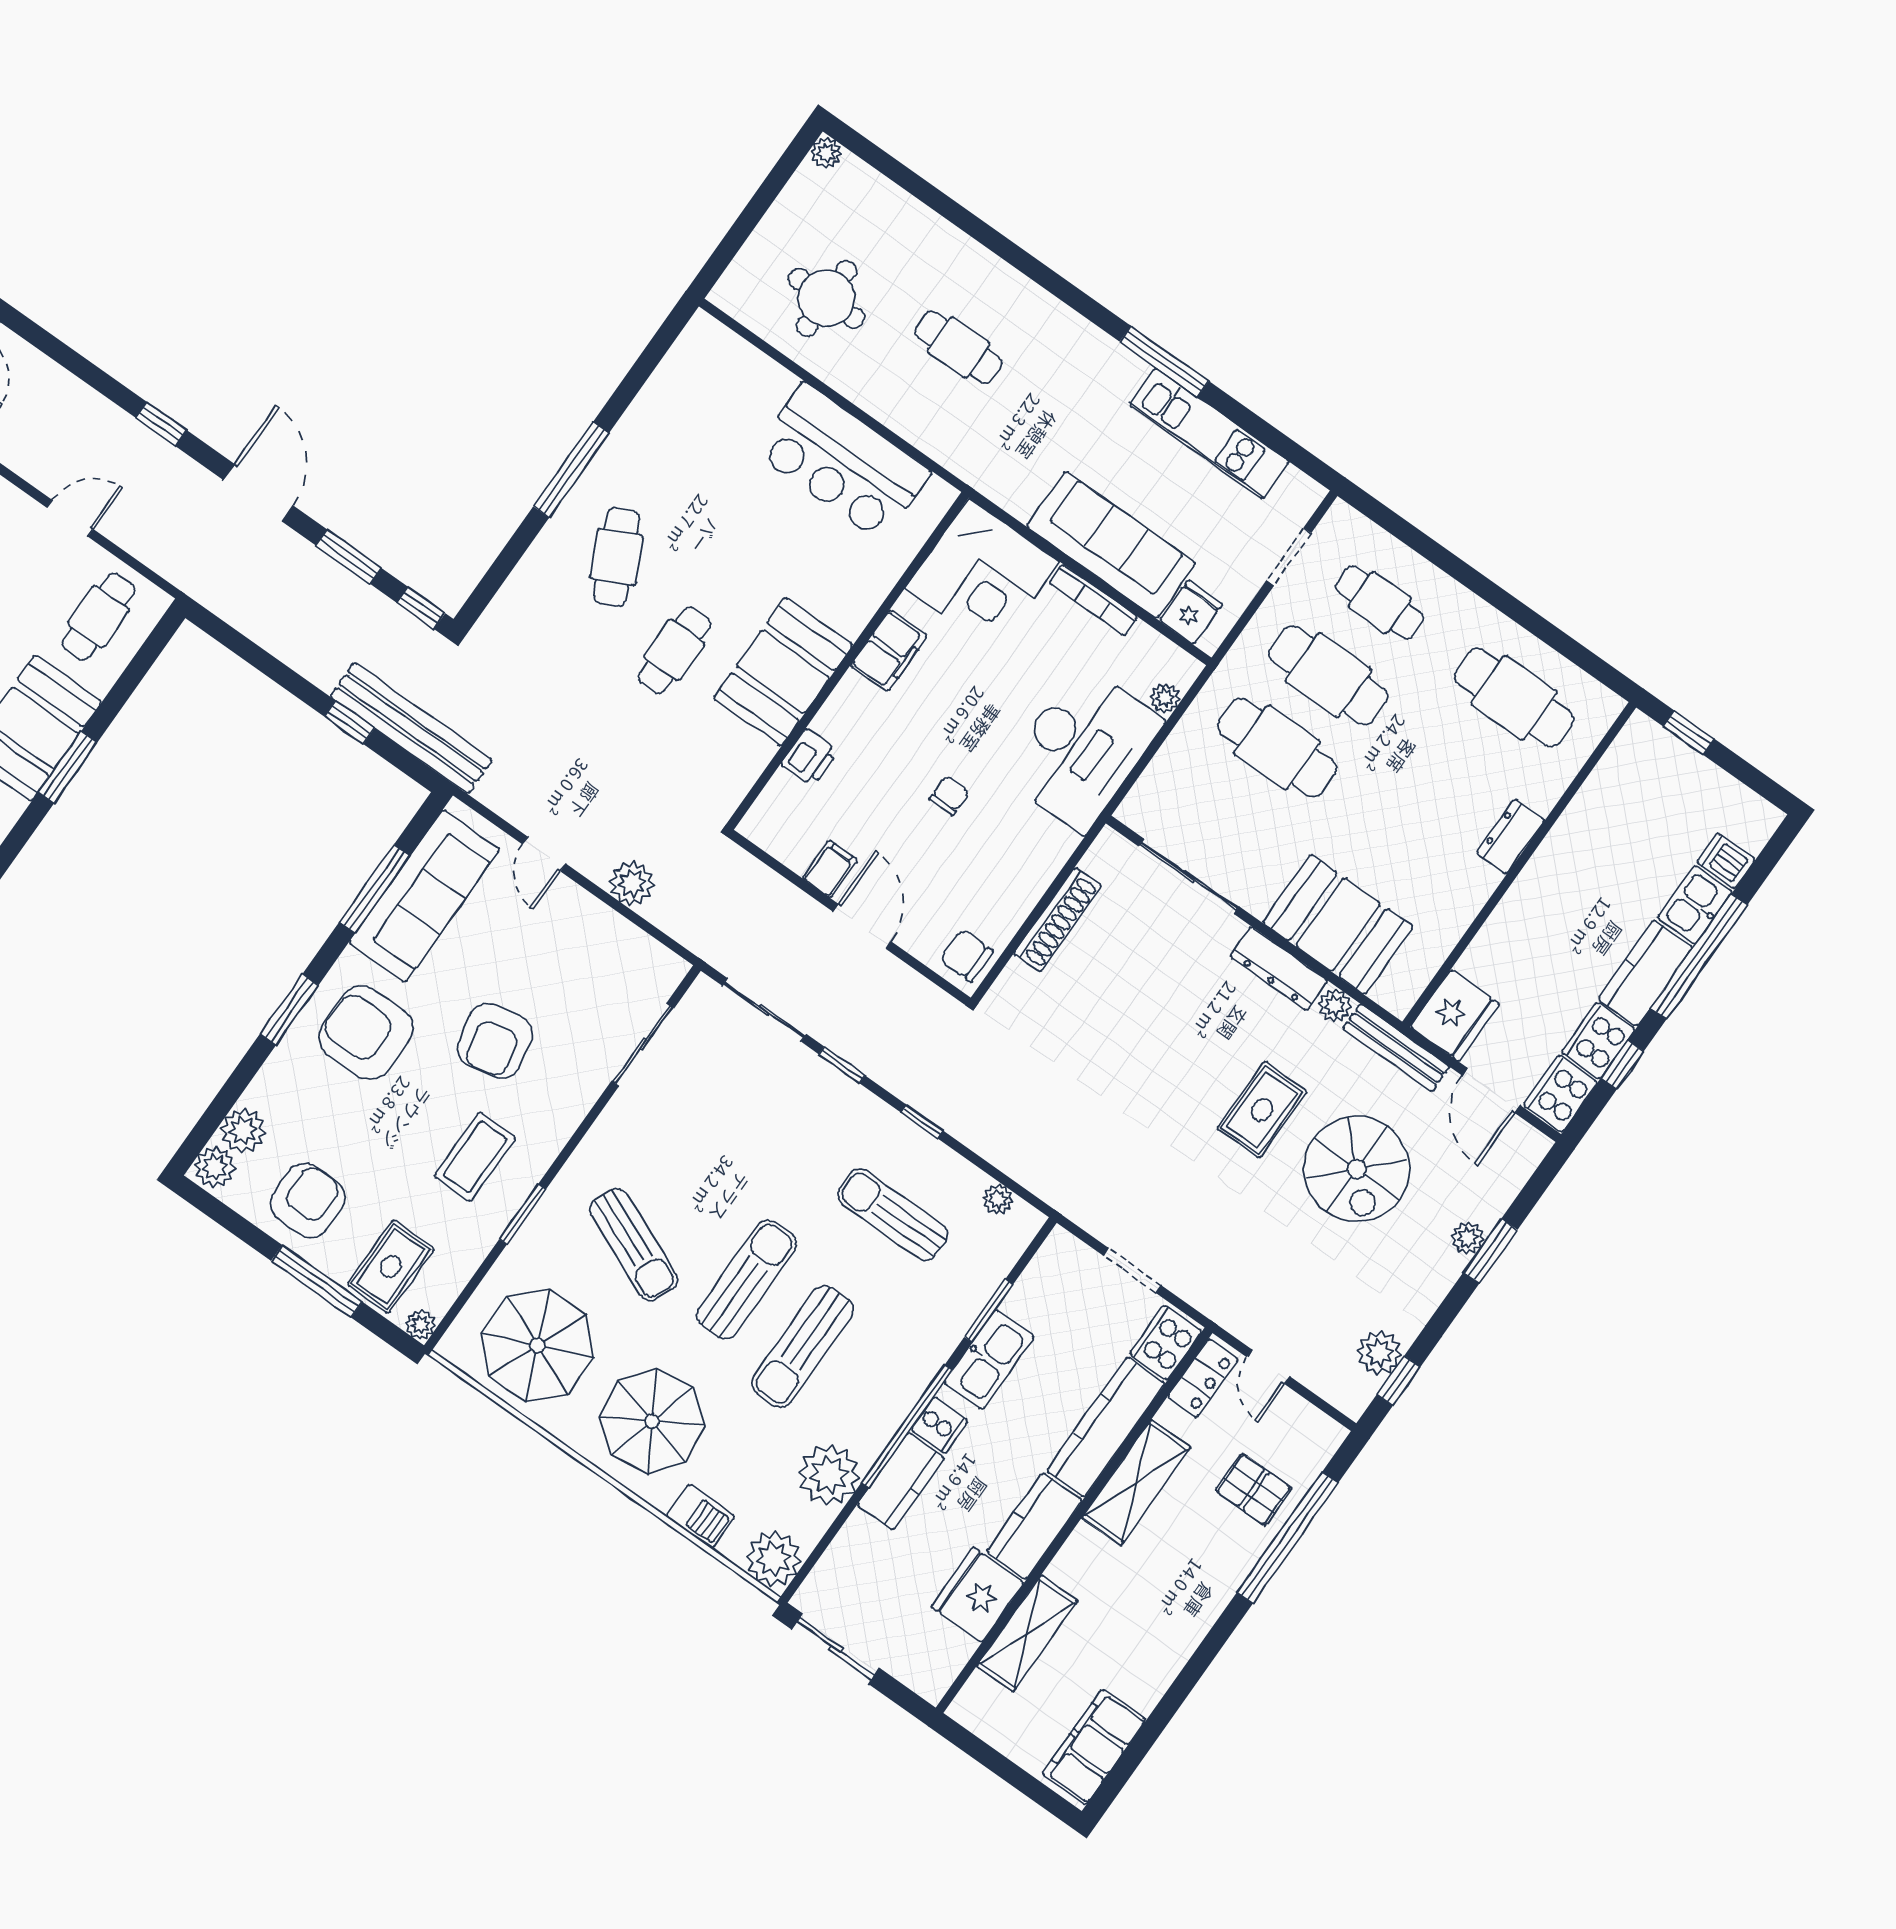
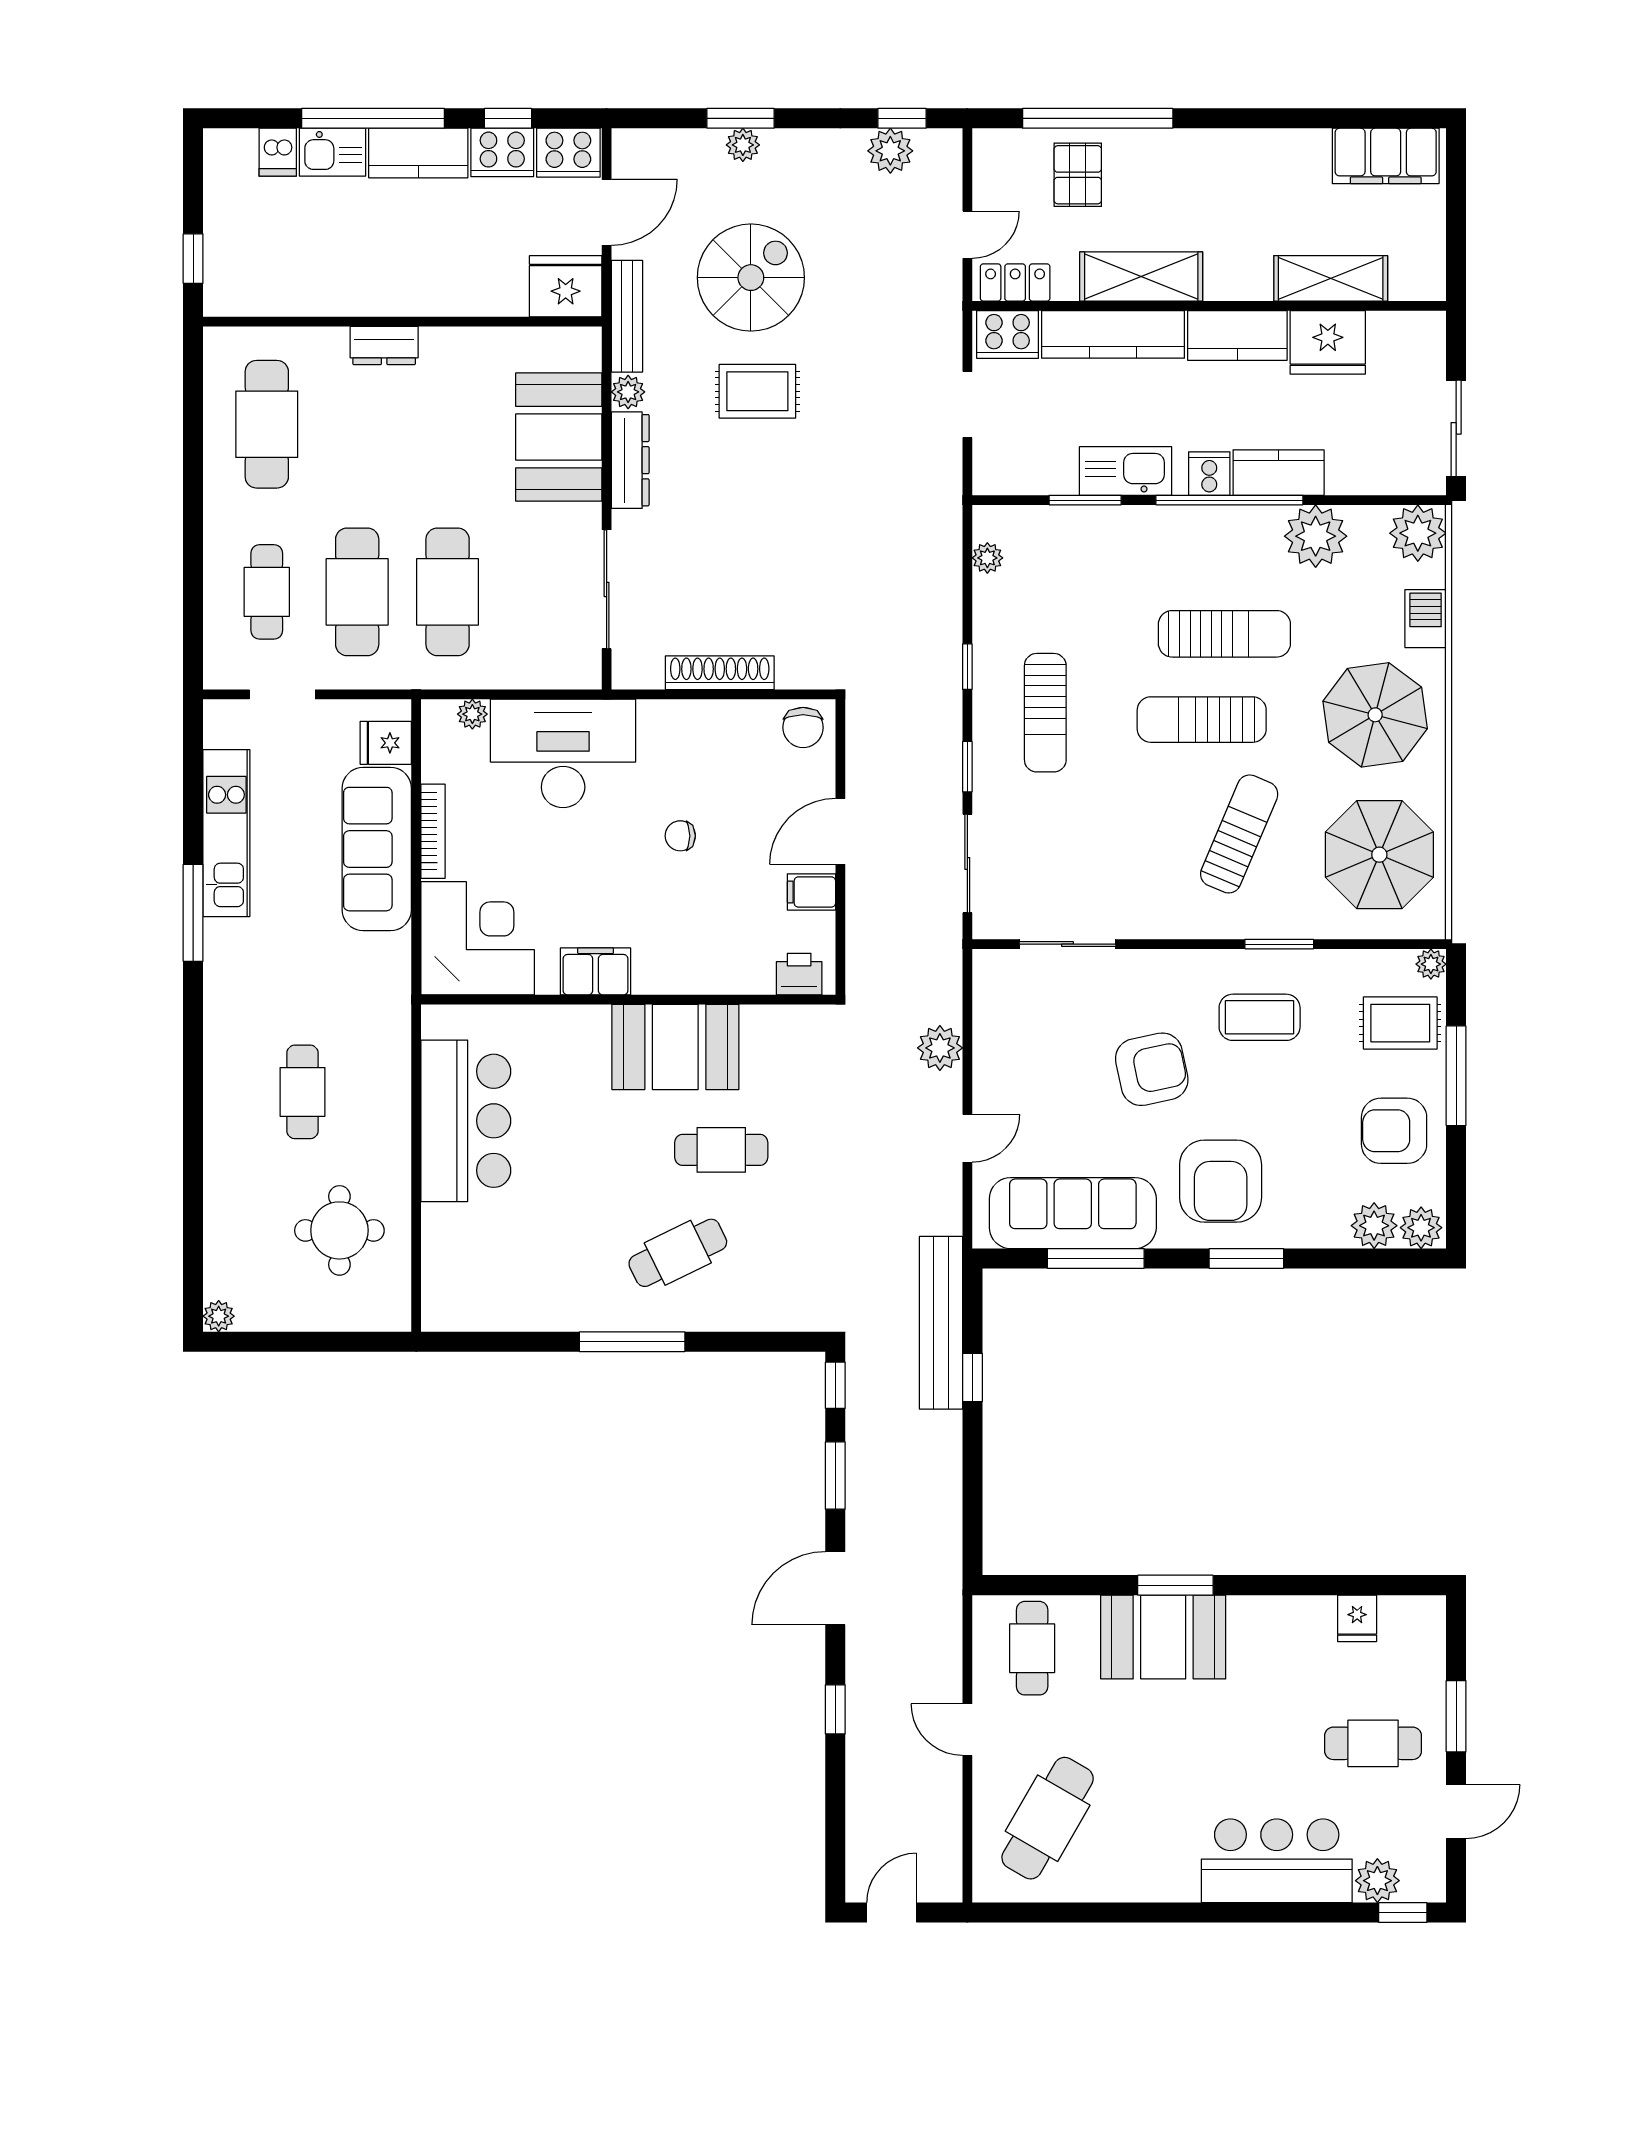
cafe table: (98, 617) -> (1032, 1648), turned 90
printer: (810, 758) -> (799, 974), moved
sun lounger: (893, 1215) -> (1045, 713), moved

